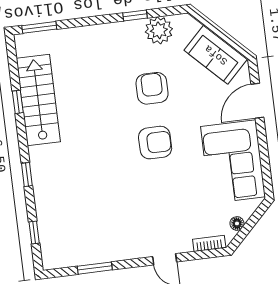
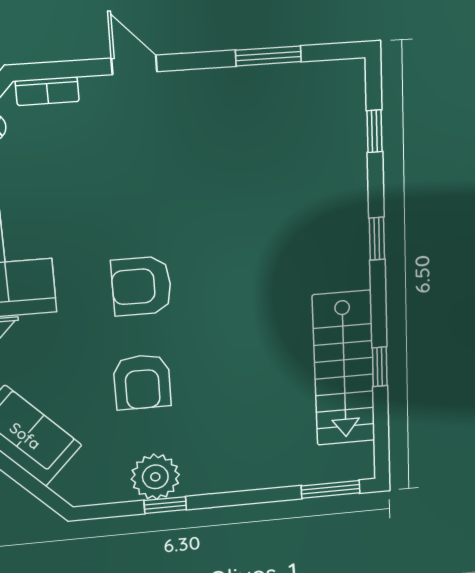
plant: (159, 30) -> (155, 477), moved

